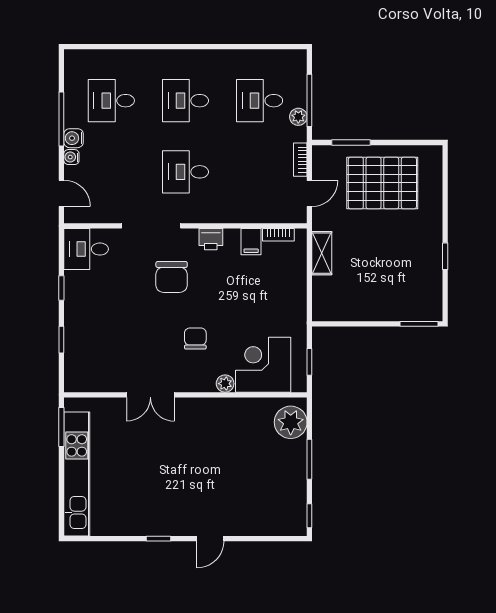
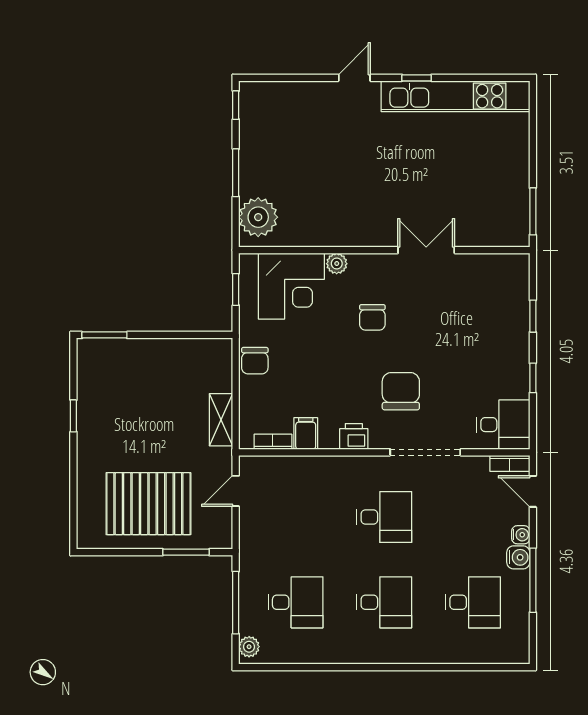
plant: (298, 117) -> (249, 647), moved
bookcase: (300, 160) -> (510, 463), moved, turned 90
chair: (293, 302) -> (255, 361), added
kitchen unit: (77, 474) -> (455, 96), moved, turned -90

